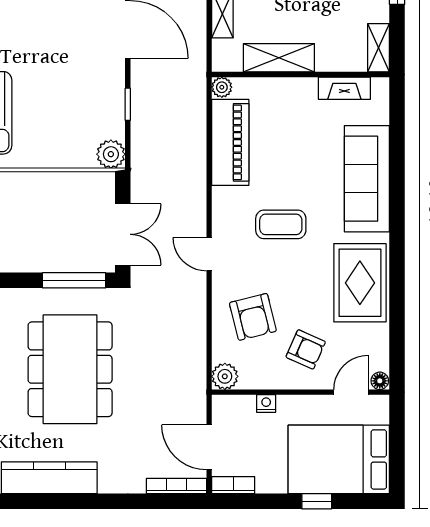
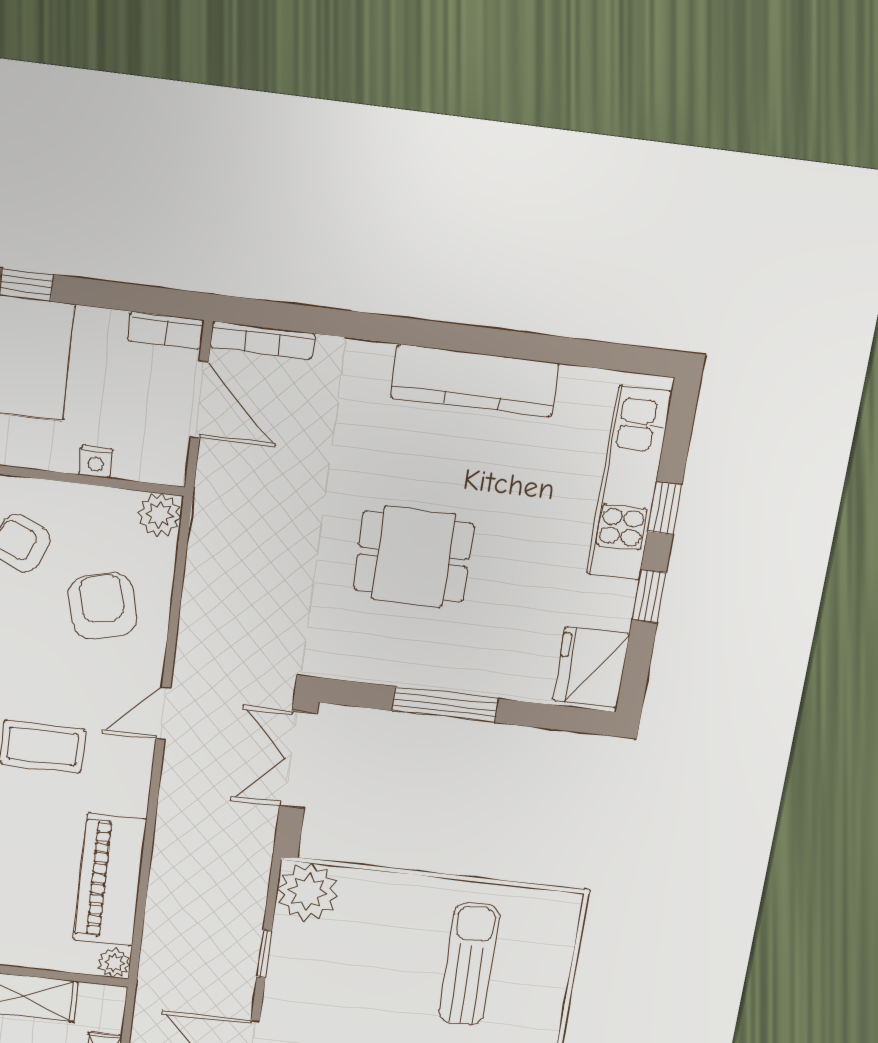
plant: (111, 154) -> (308, 892), width x1.36, depth x1.36
door: (209, 254) -> (163, 713), swing flipped
window: (74, 280) -> (445, 705), moved
dining table: (70, 369) -> (413, 557), width x0.53, depth x0.80

